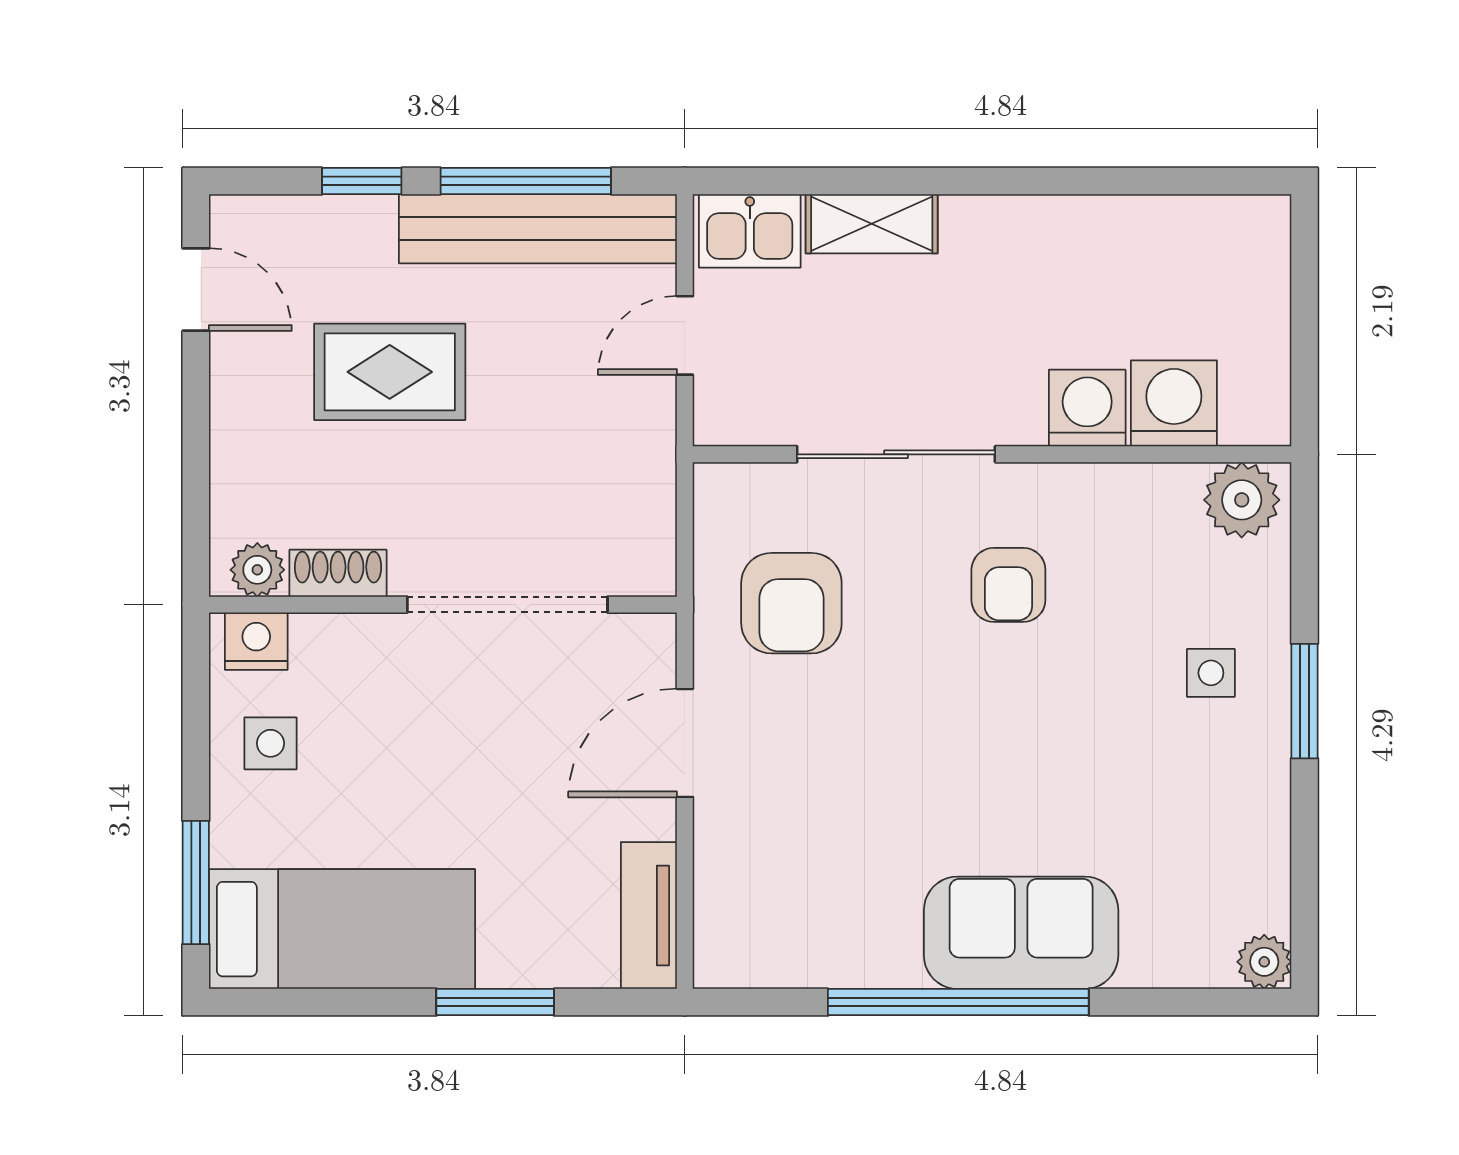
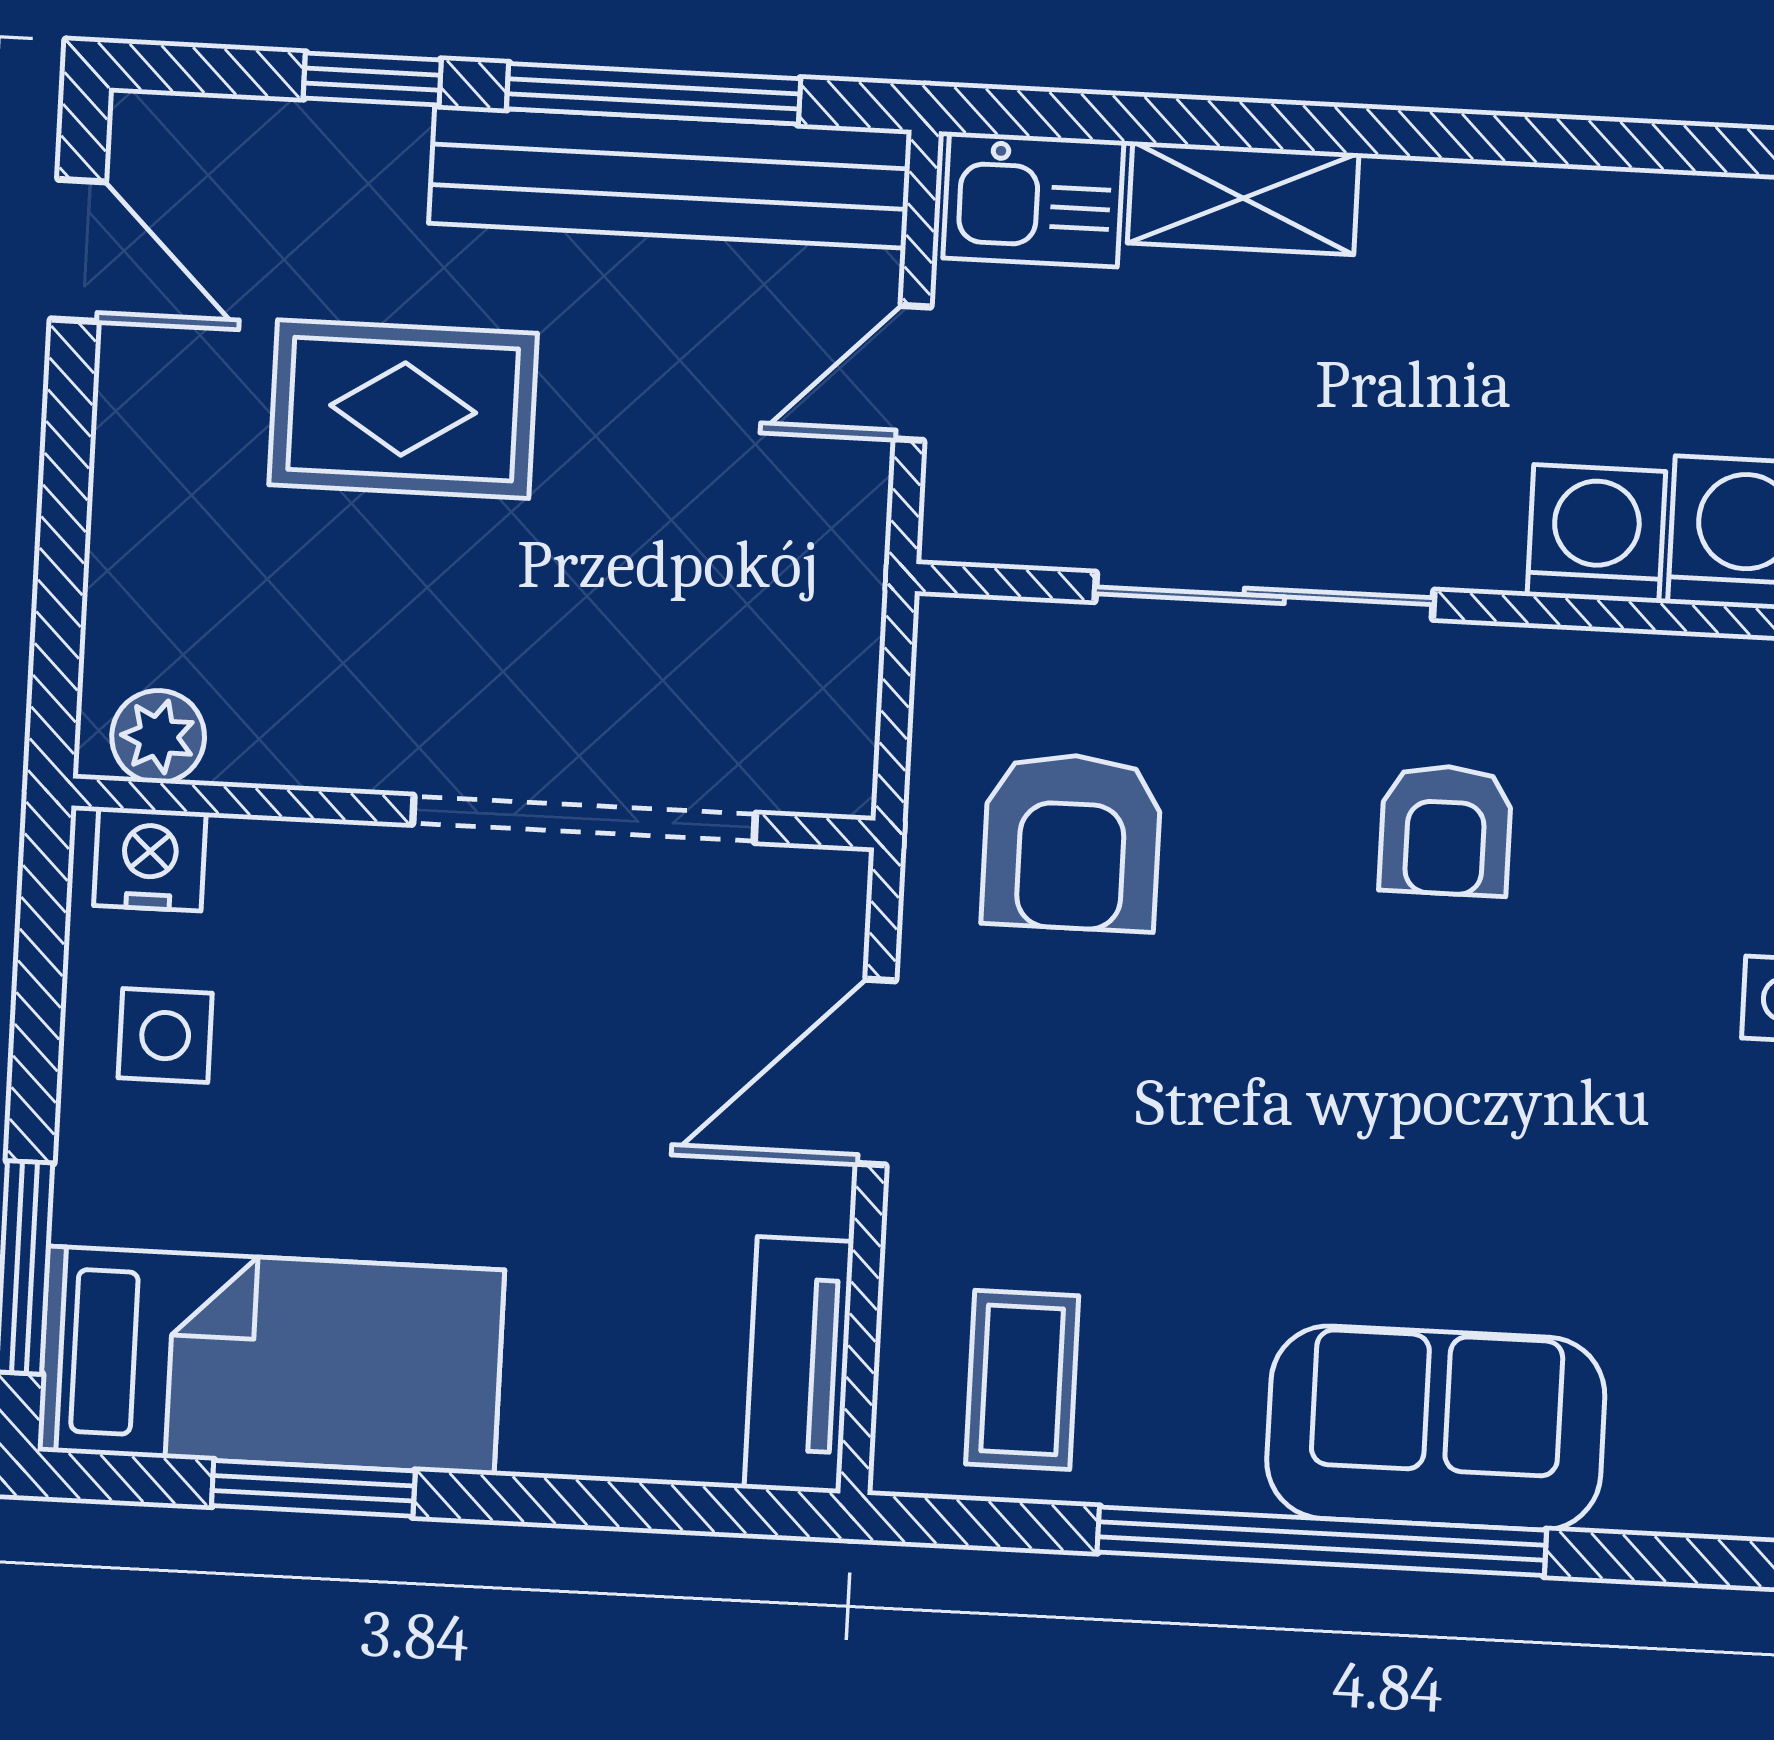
shoe rack: (338, 573) -> (296, 750), removed
coffee table: (779, 917) -> (1022, 1380), added
window: (495, 1002) -> (313, 1488), moved

